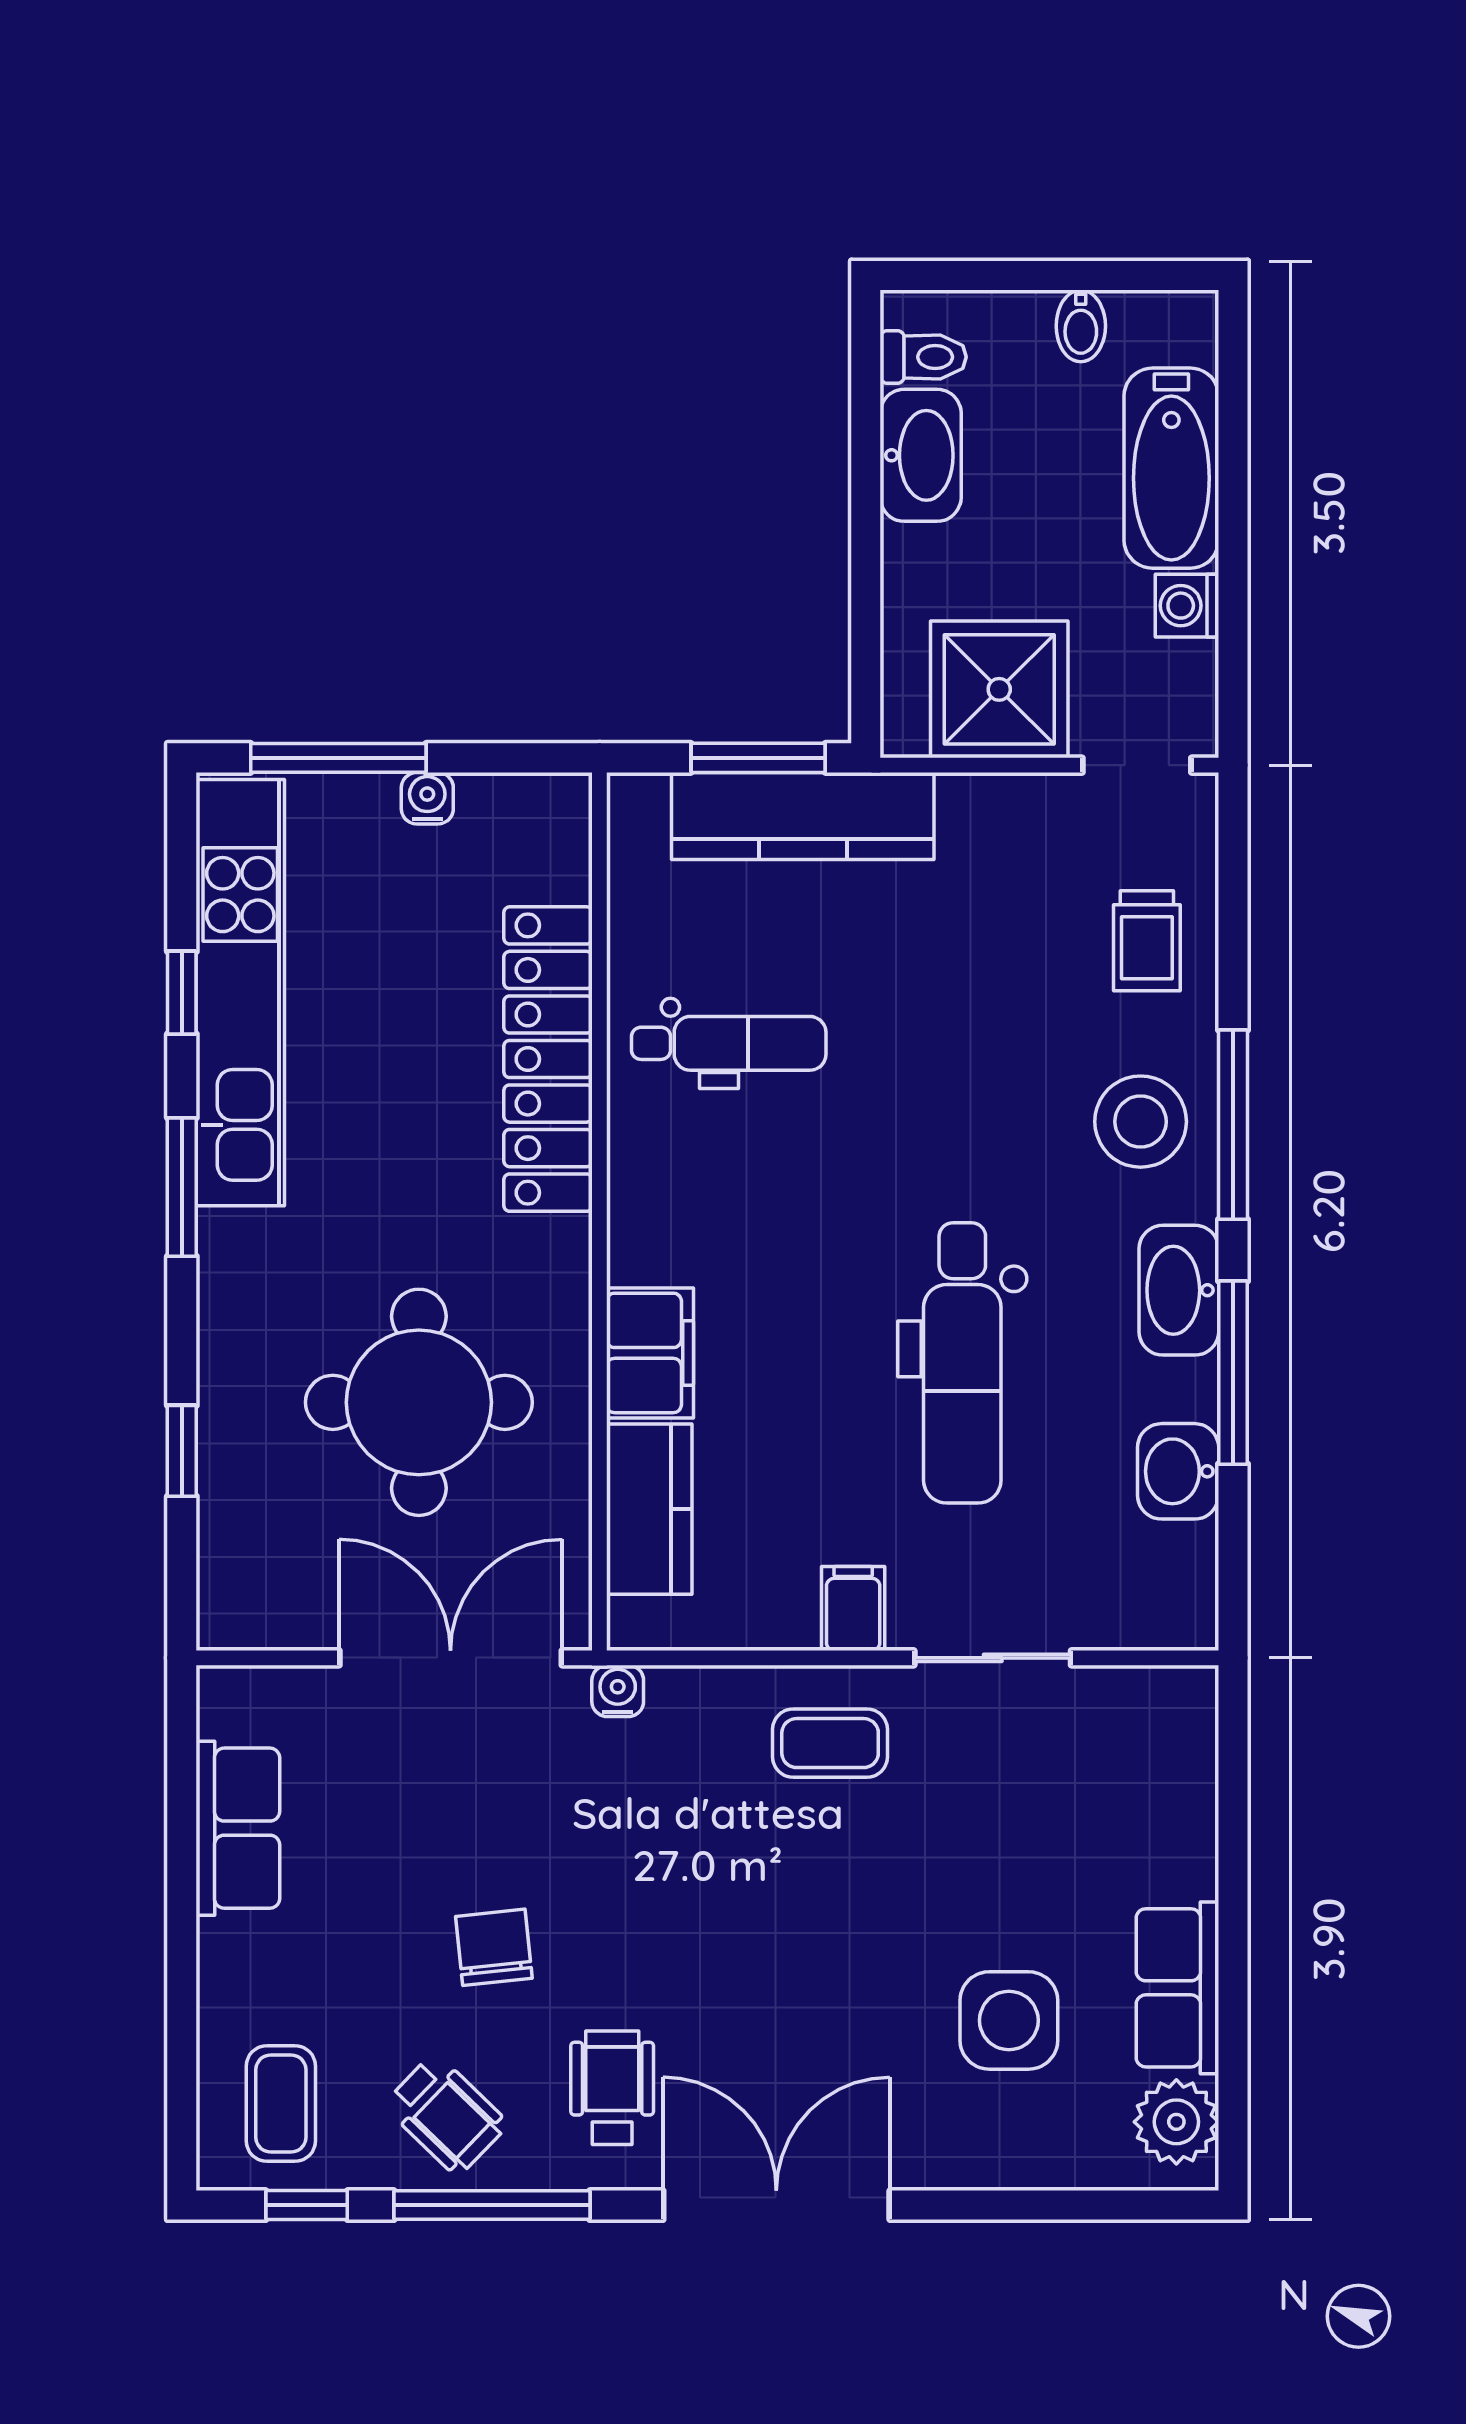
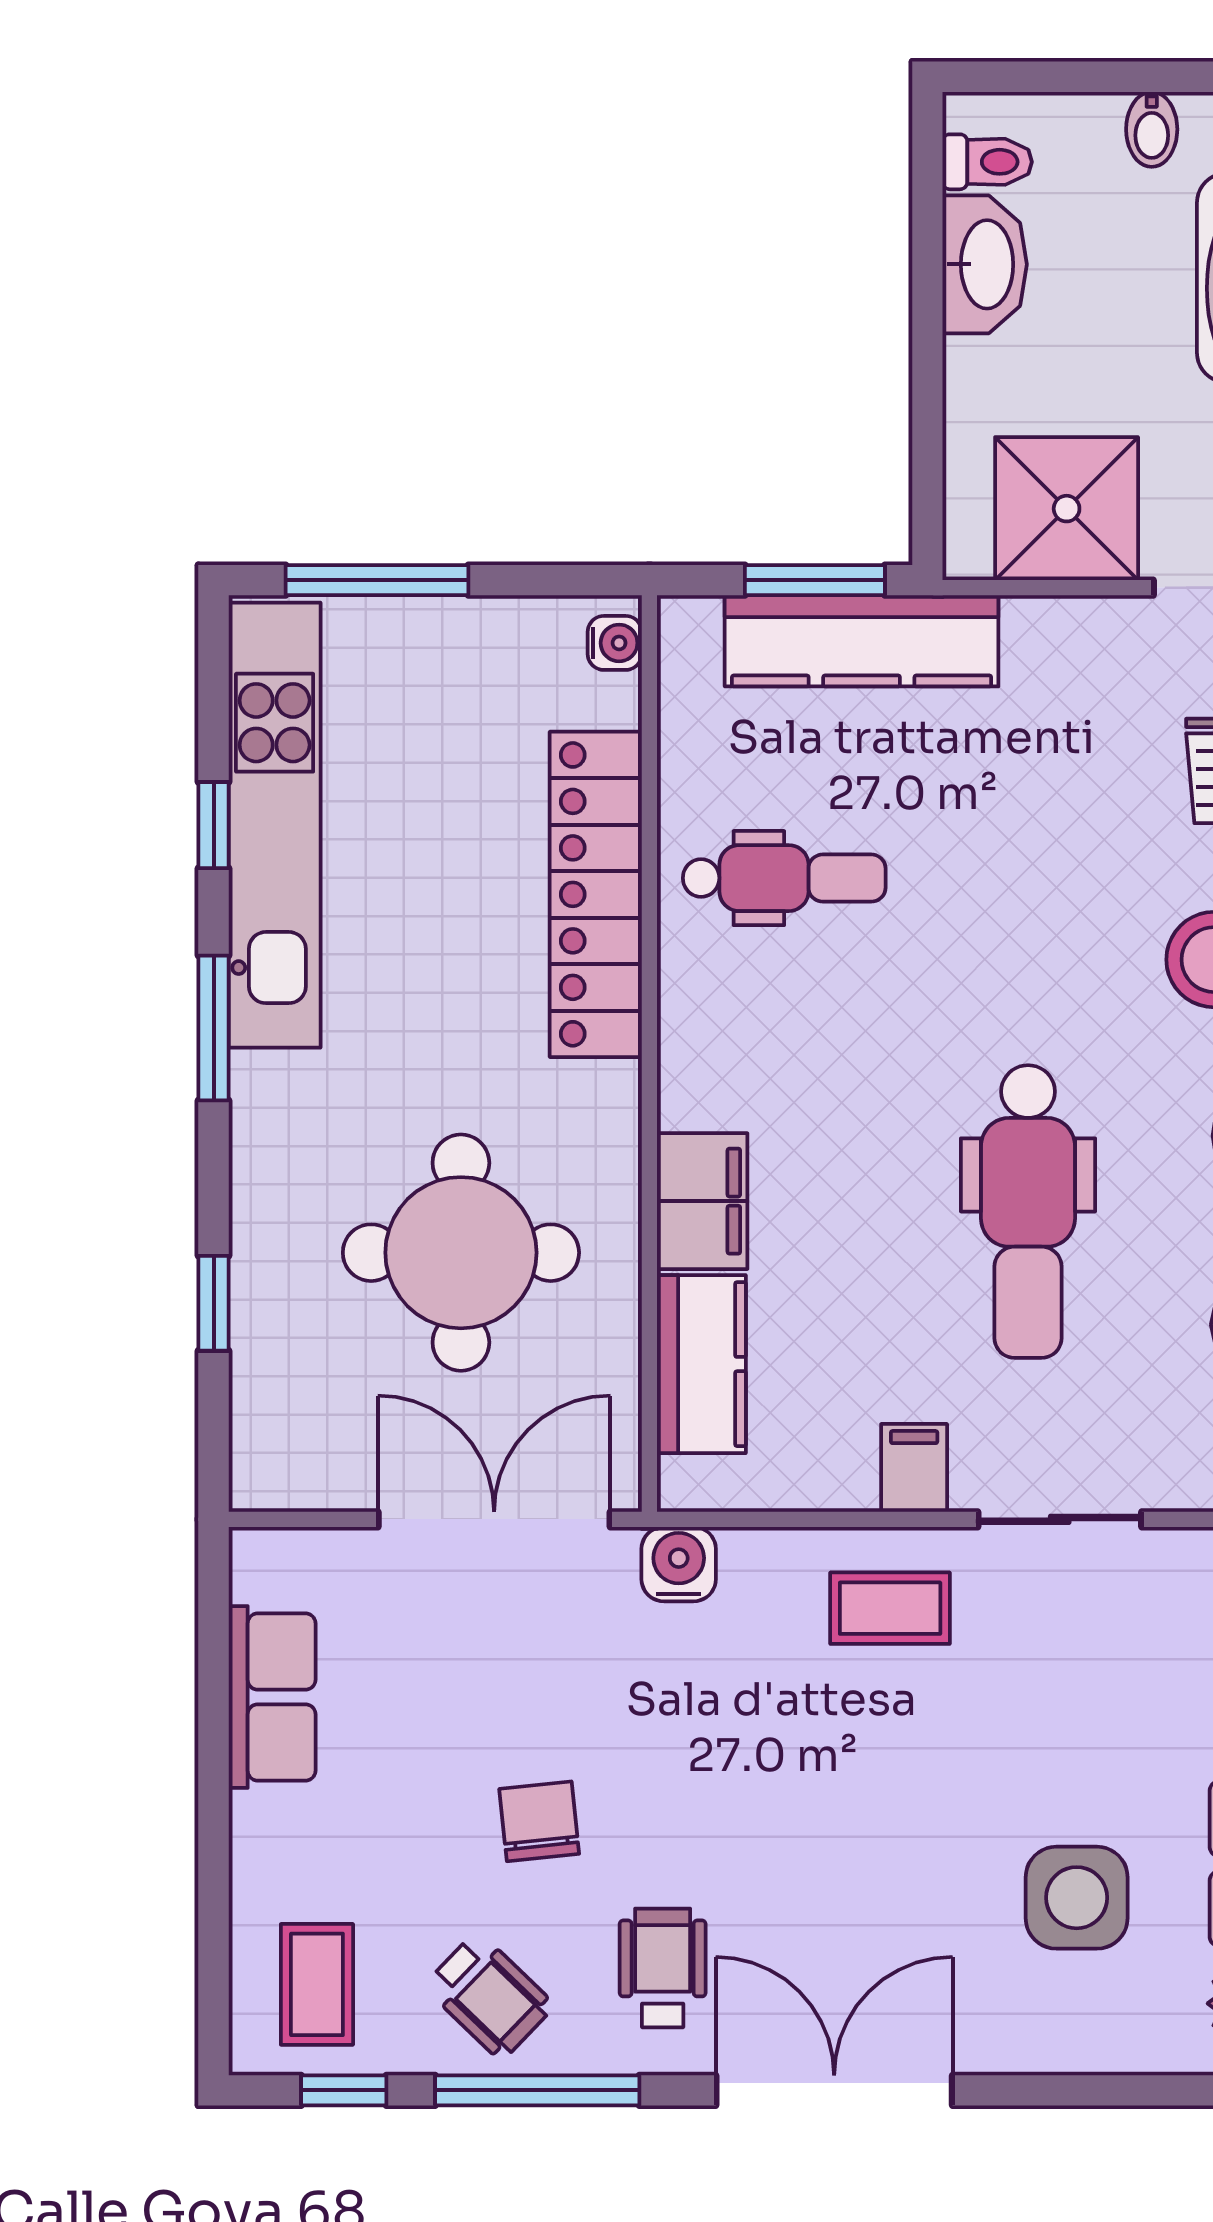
water cooler: (427, 798) -> (615, 643), moved, turned 90
water cooler: (618, 1691) -> (679, 1564), width x1.38, depth x1.38

